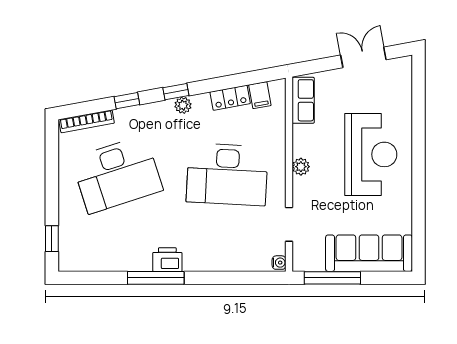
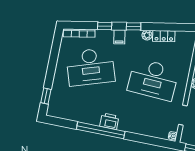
filing cabinet: (260, 95) -> (119, 37), moved
plant: (183, 105) -> (147, 35), moved
window: (156, 278) -> (101, 130), width x1.46

